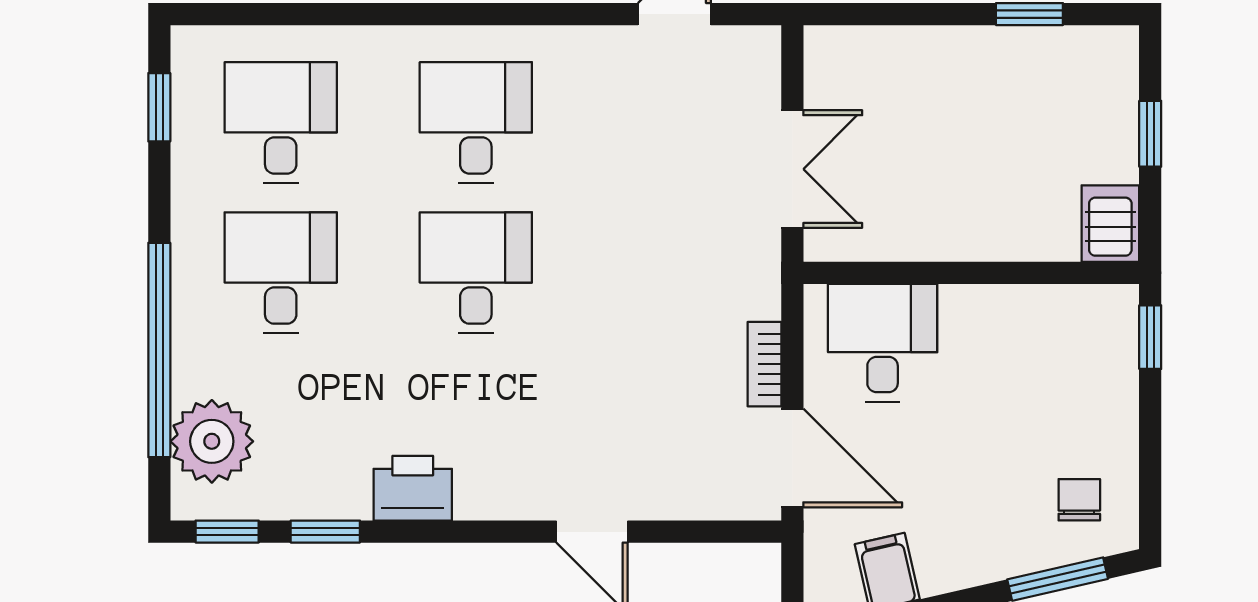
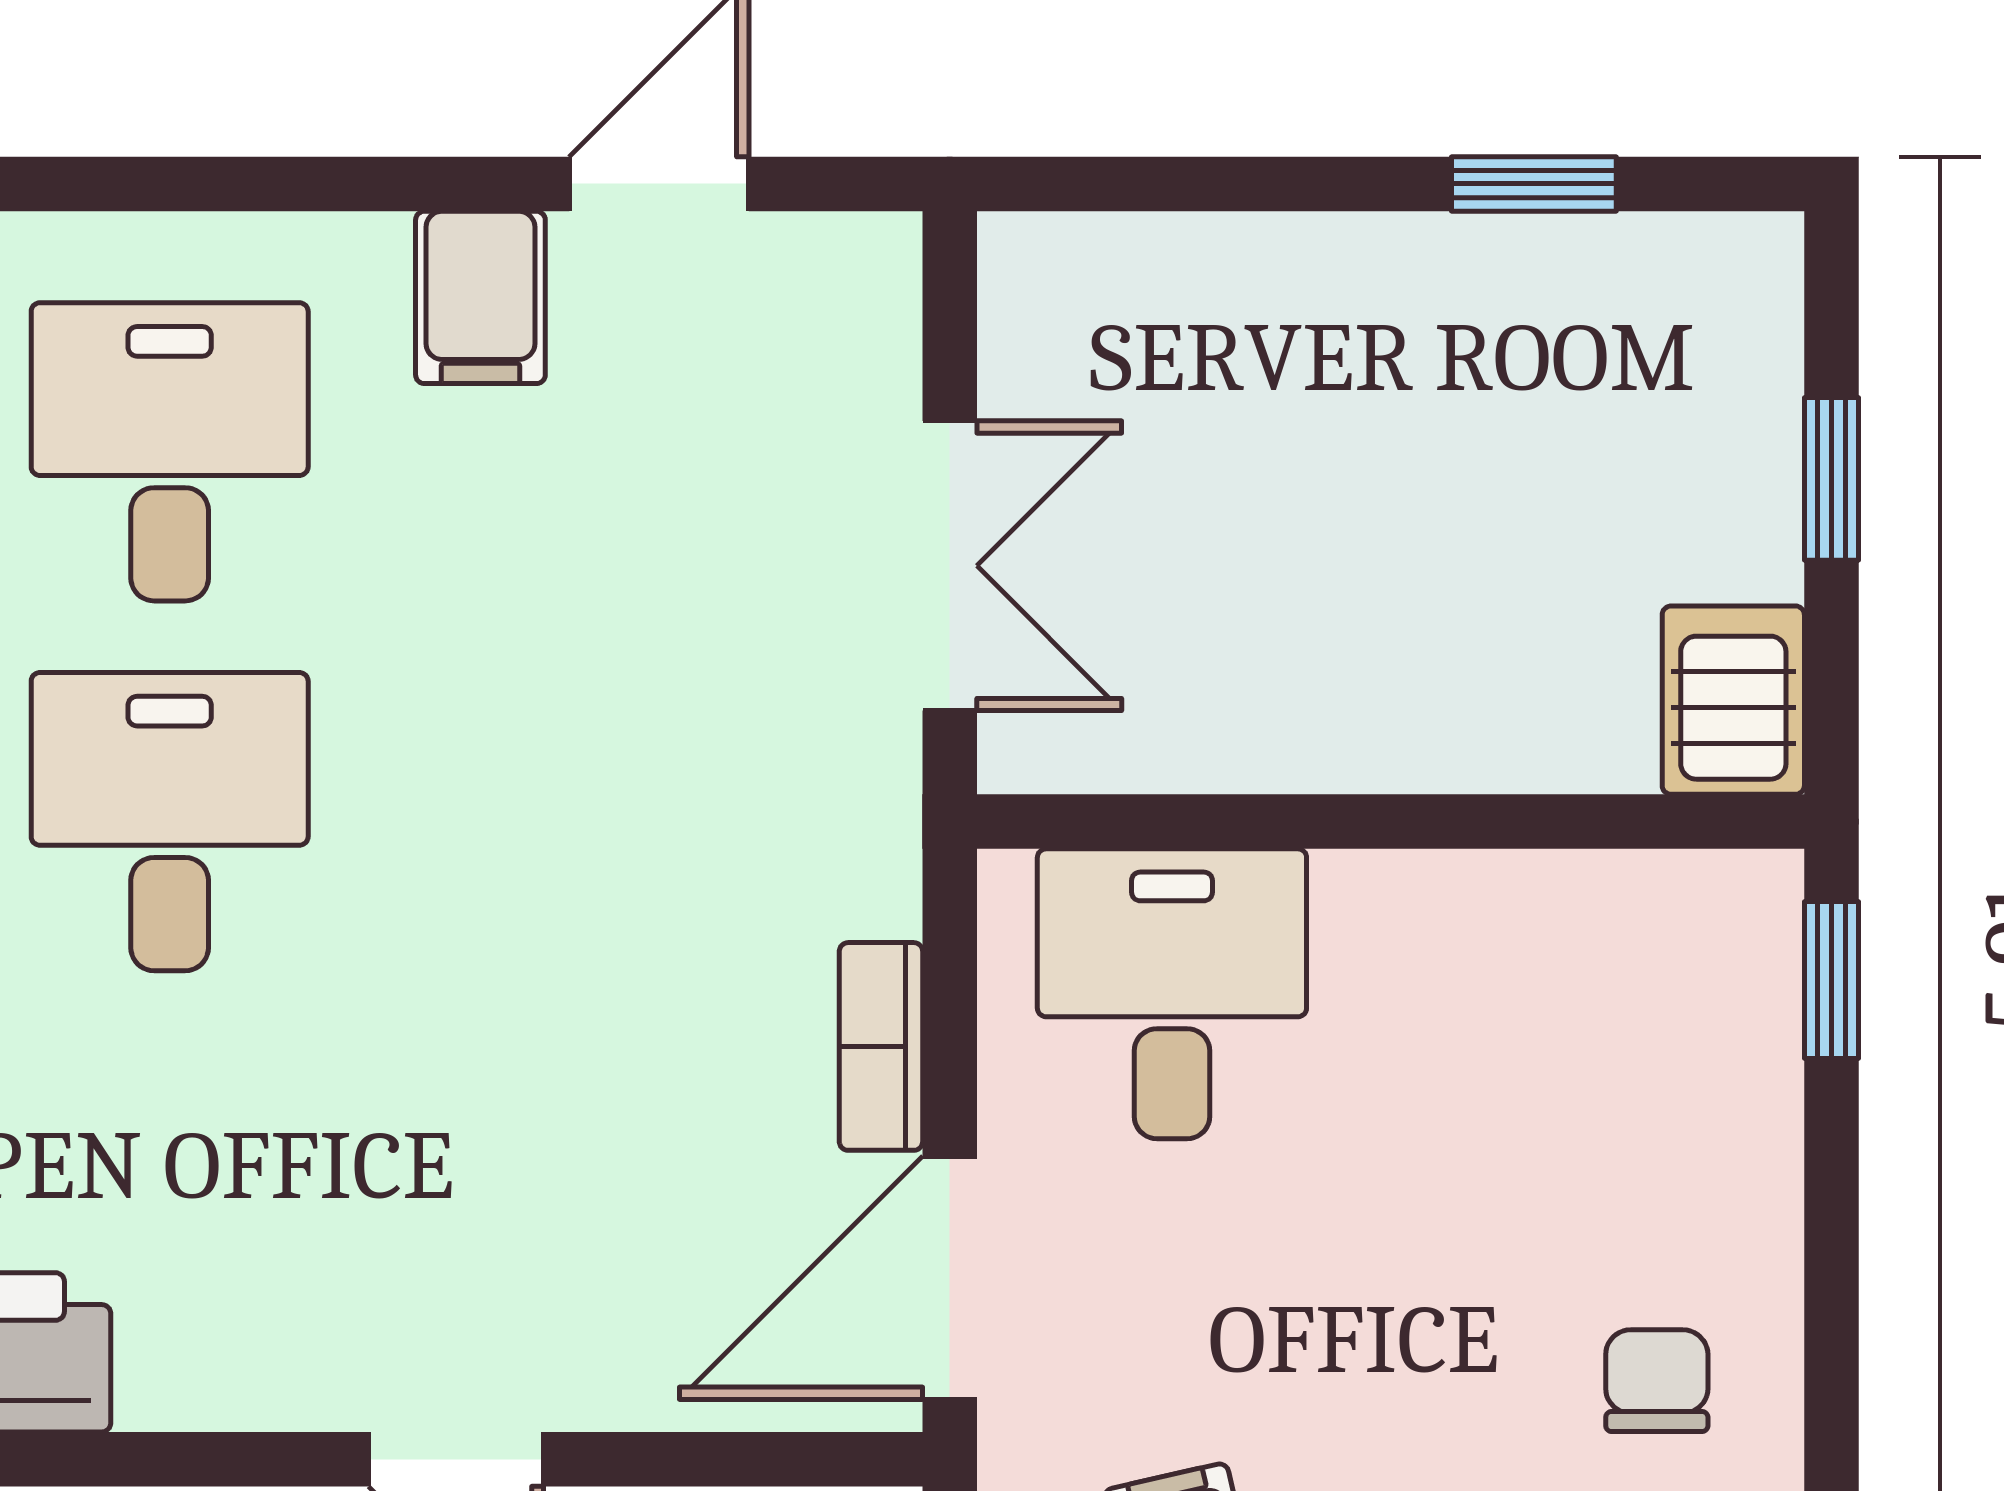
filing cabinet: (602, 60) -> (480, 297), added
door: (792, 458) -> (950, 1278), swing flipped

